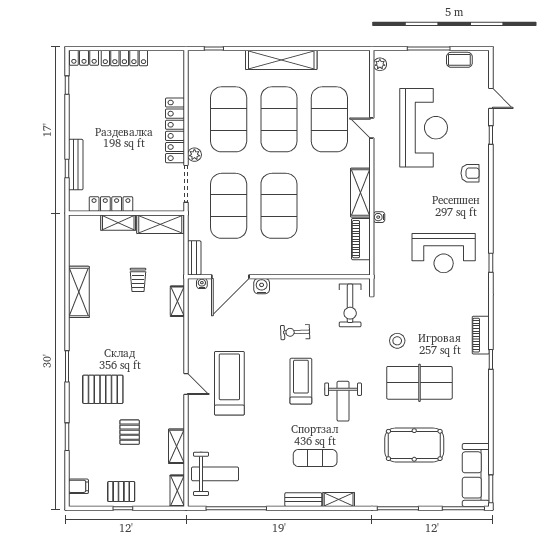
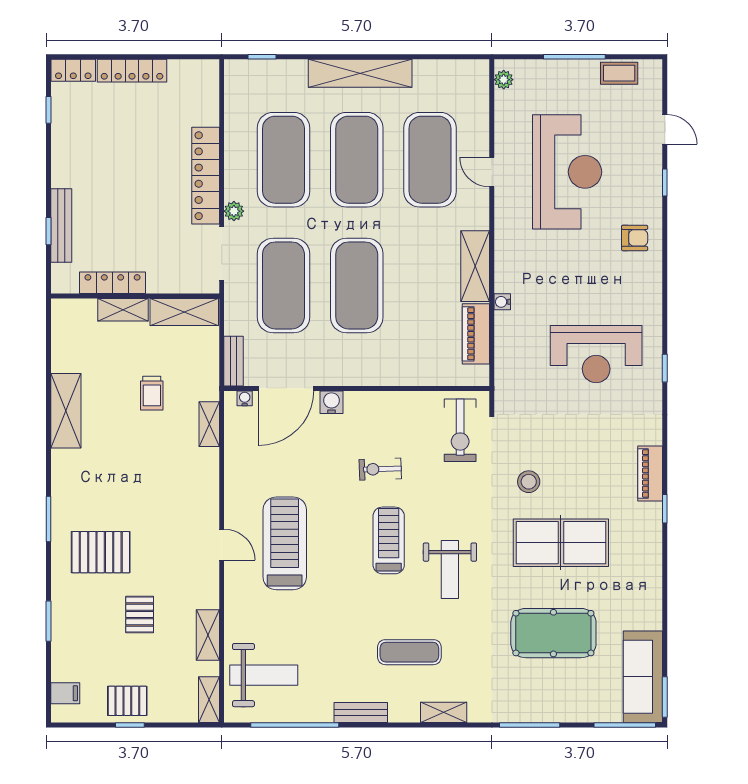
bench: (303, 500) -> (361, 712), moved

